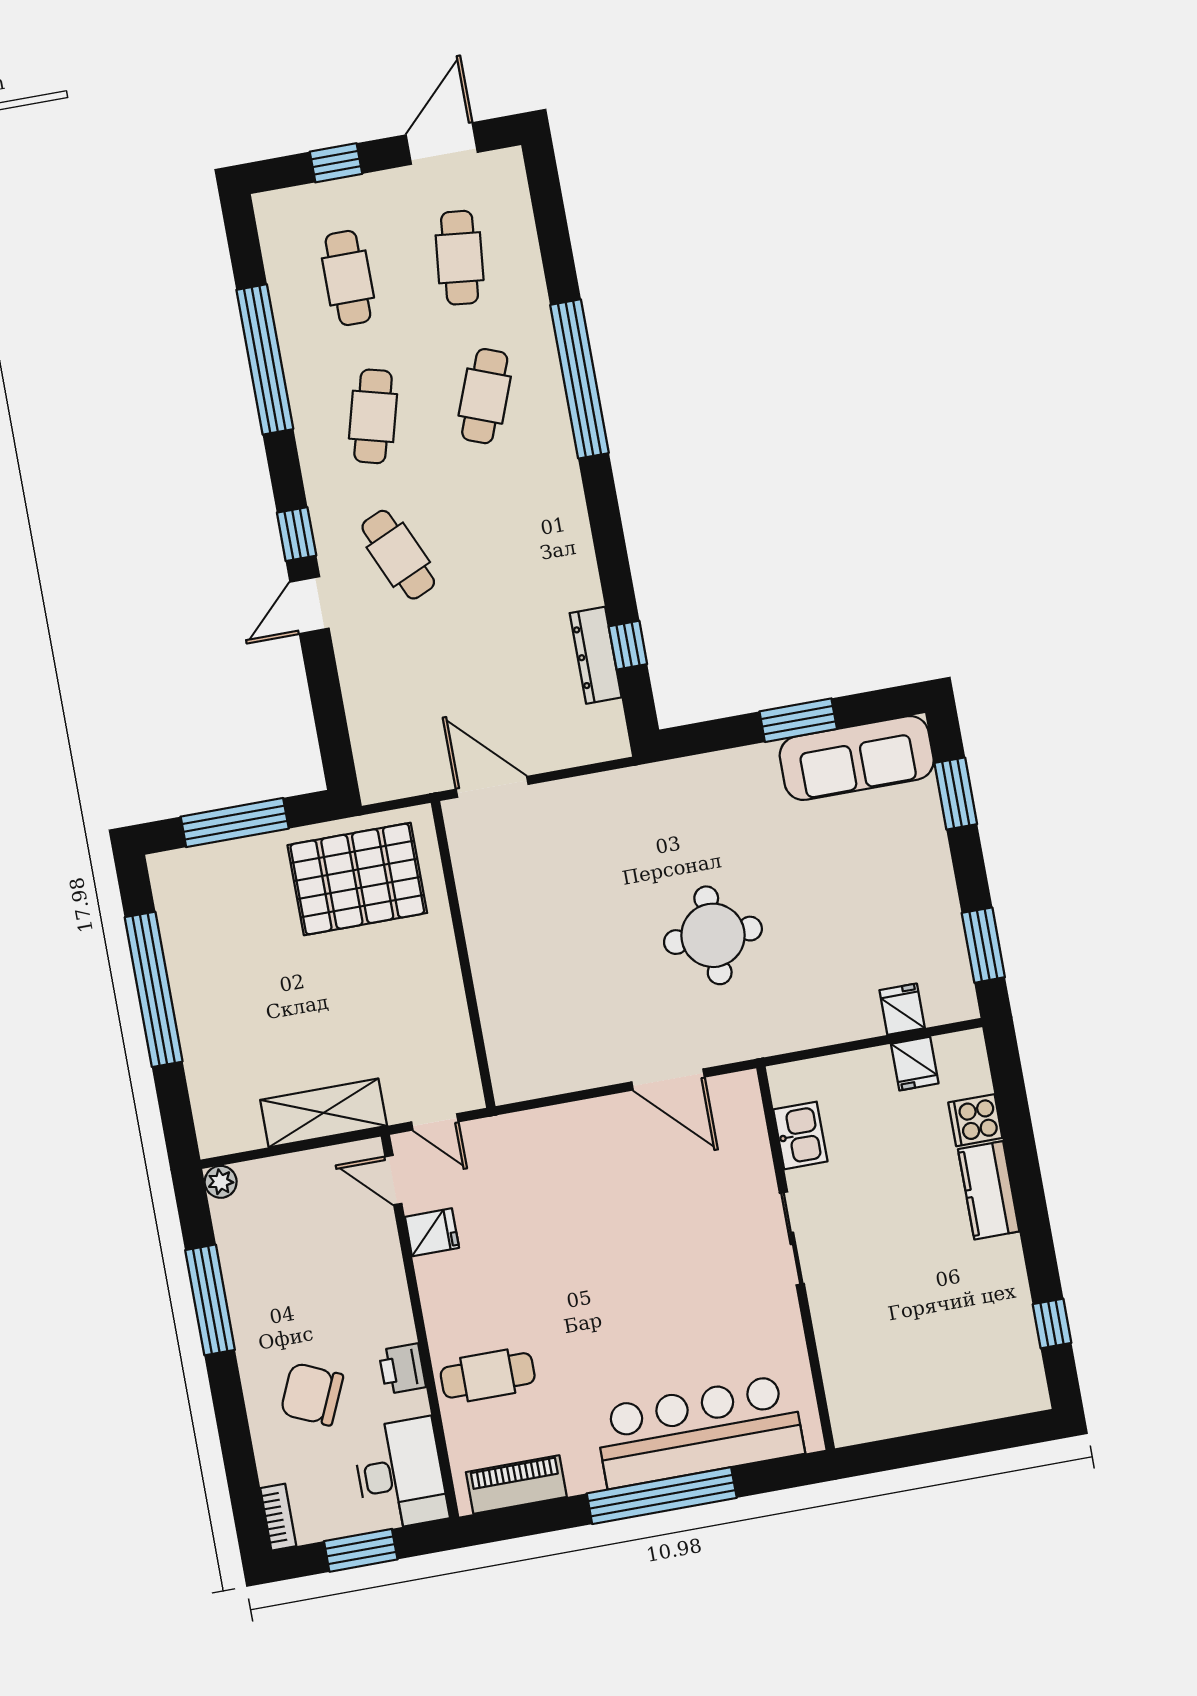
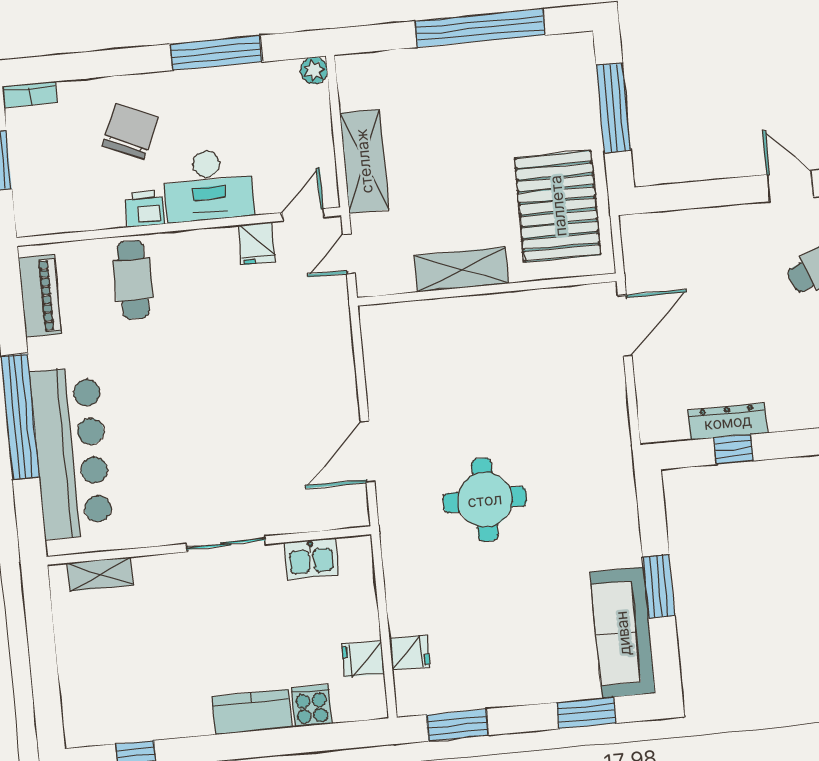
shelving: (442, 987) -> (461, 269), added
shelving: (841, 1385) -> (100, 574), added
desk: (400, 1474) -> (208, 185), moved

